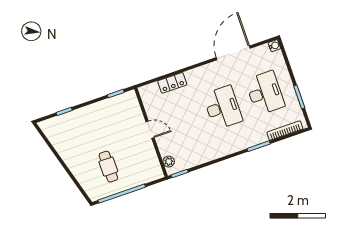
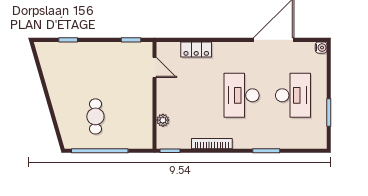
desk: (223, 108) -> (242, 95), turned 180
door: (150, 130) -> (155, 67), moved
bookcase: (285, 131) -> (212, 144), moved
plant: (169, 162) -> (163, 120), moved

